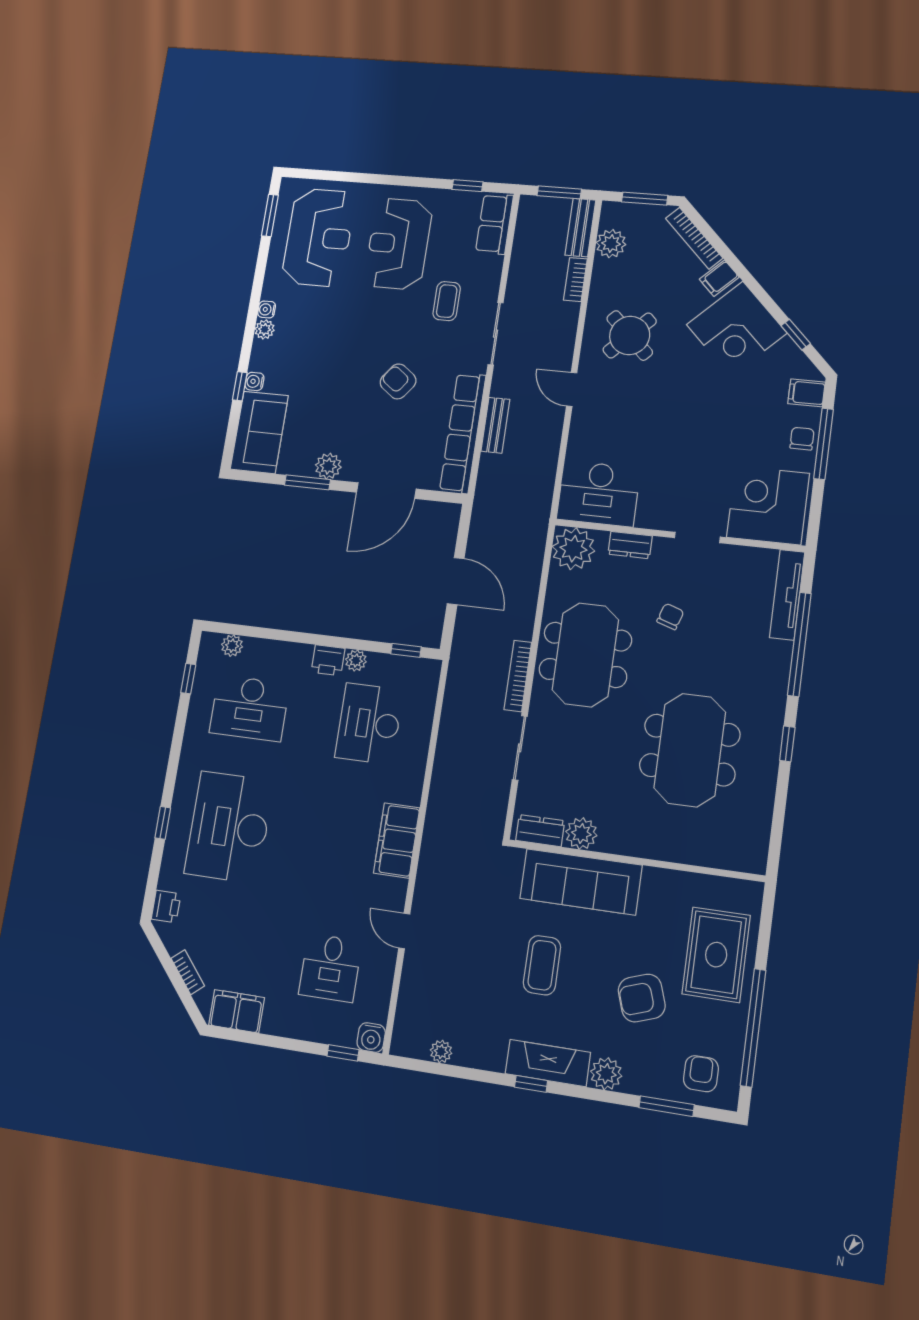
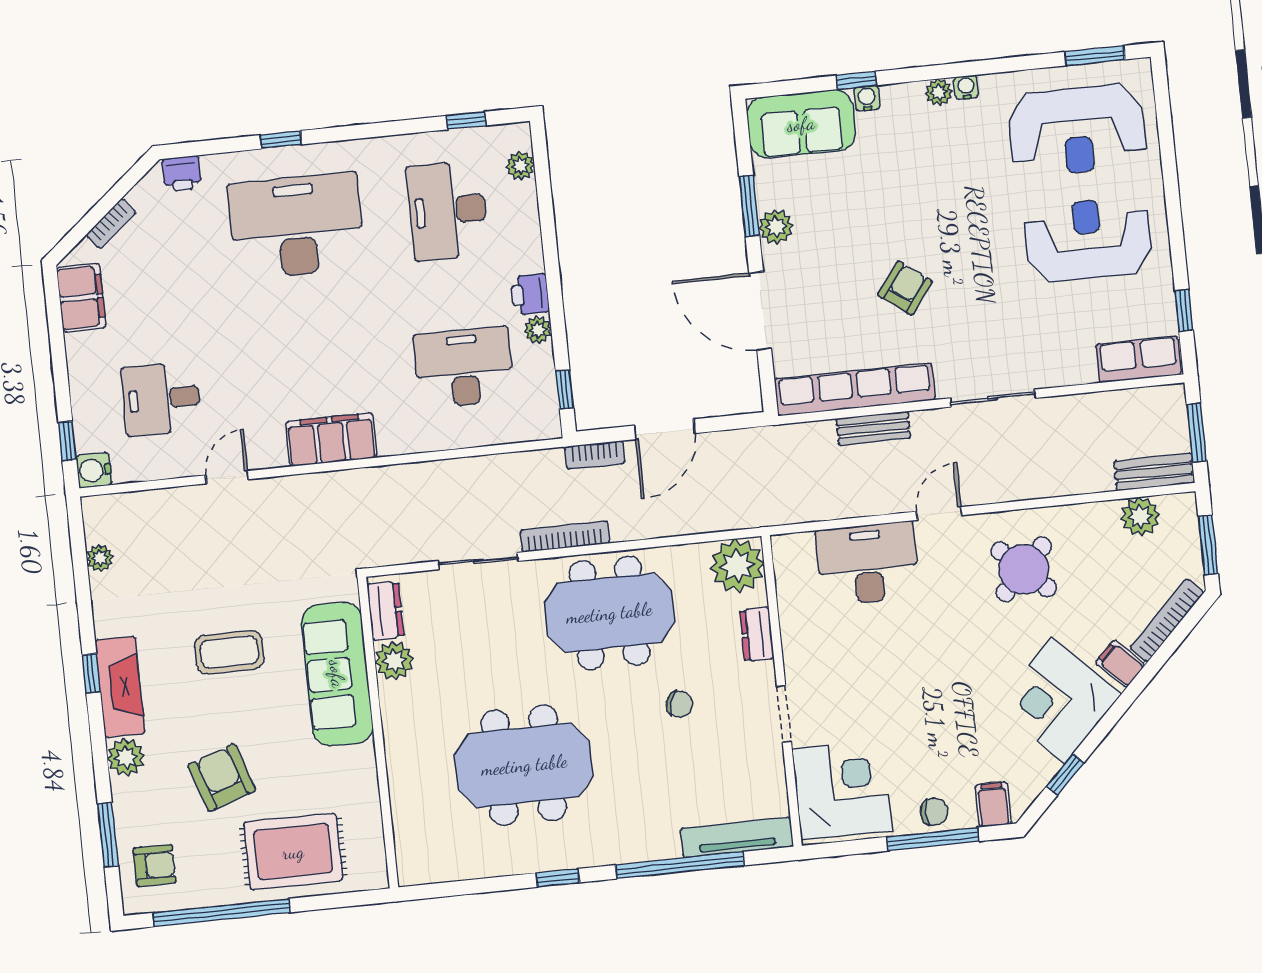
bookcase: (575, 280) -> (595, 455), moved, turned 180
coffee table: (447, 301) -> (1023, 323), removed
desk: (599, 494) -> (868, 564), moved, turned 90

